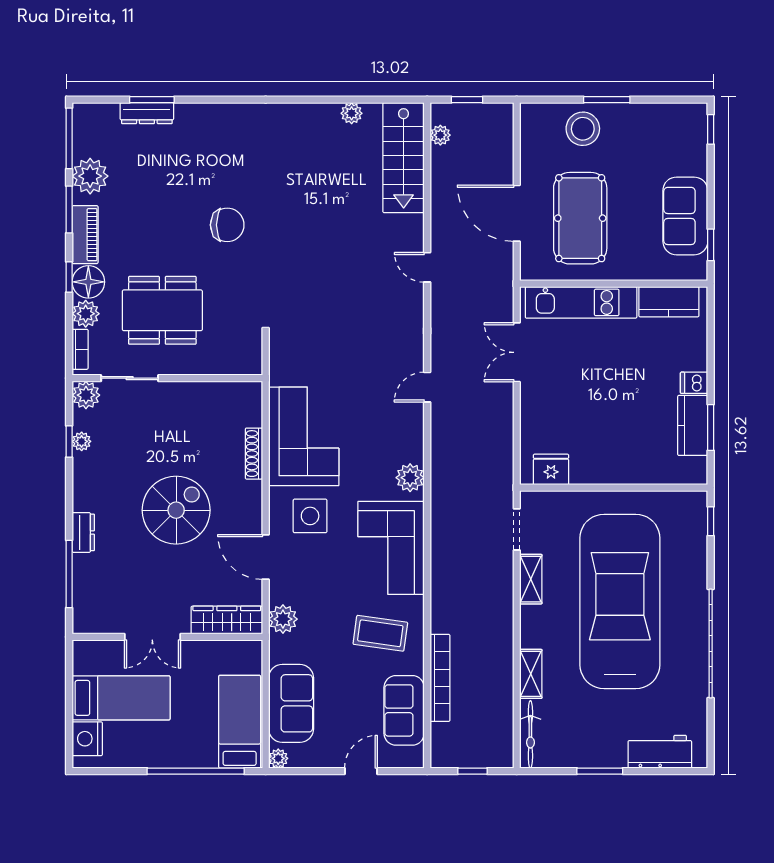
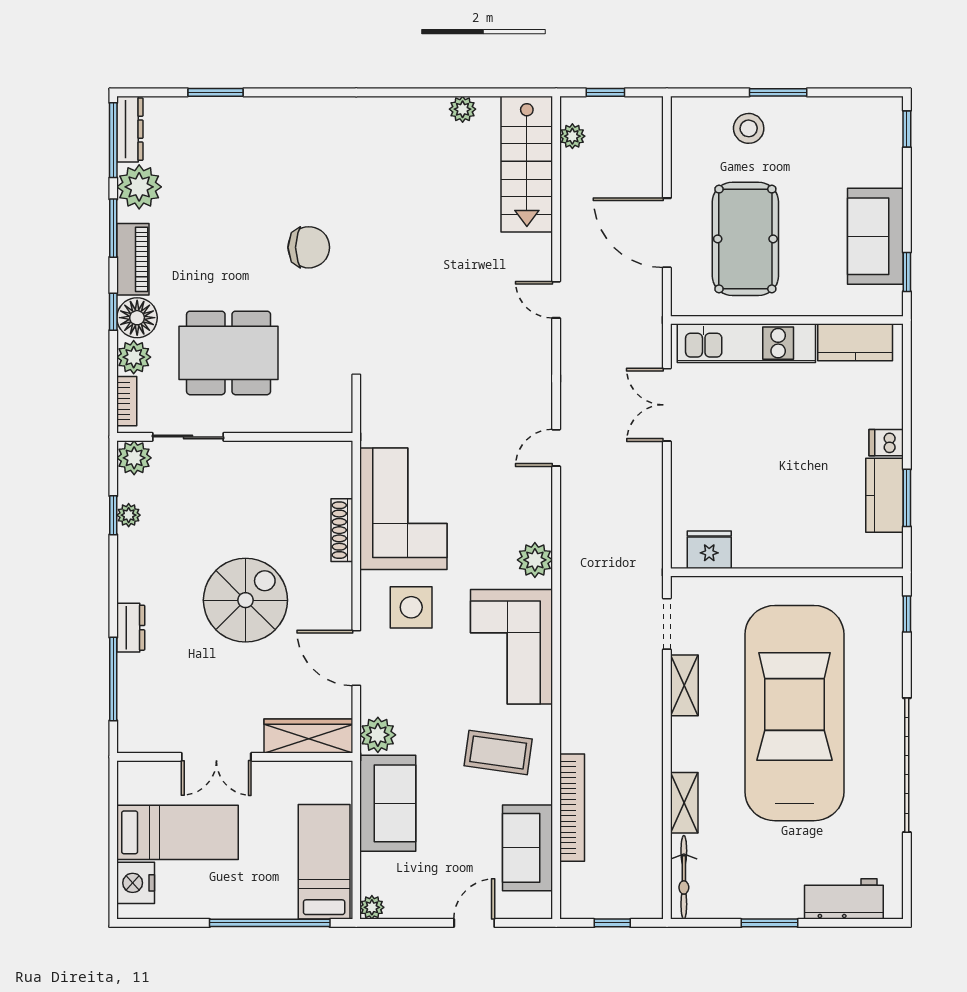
dresser: (147, 113) -> (130, 129), moved, turned -90
stool: (583, 129) -> (749, 128), width x0.73, depth x0.73
sofa: (291, 703) -> (388, 803), moved

